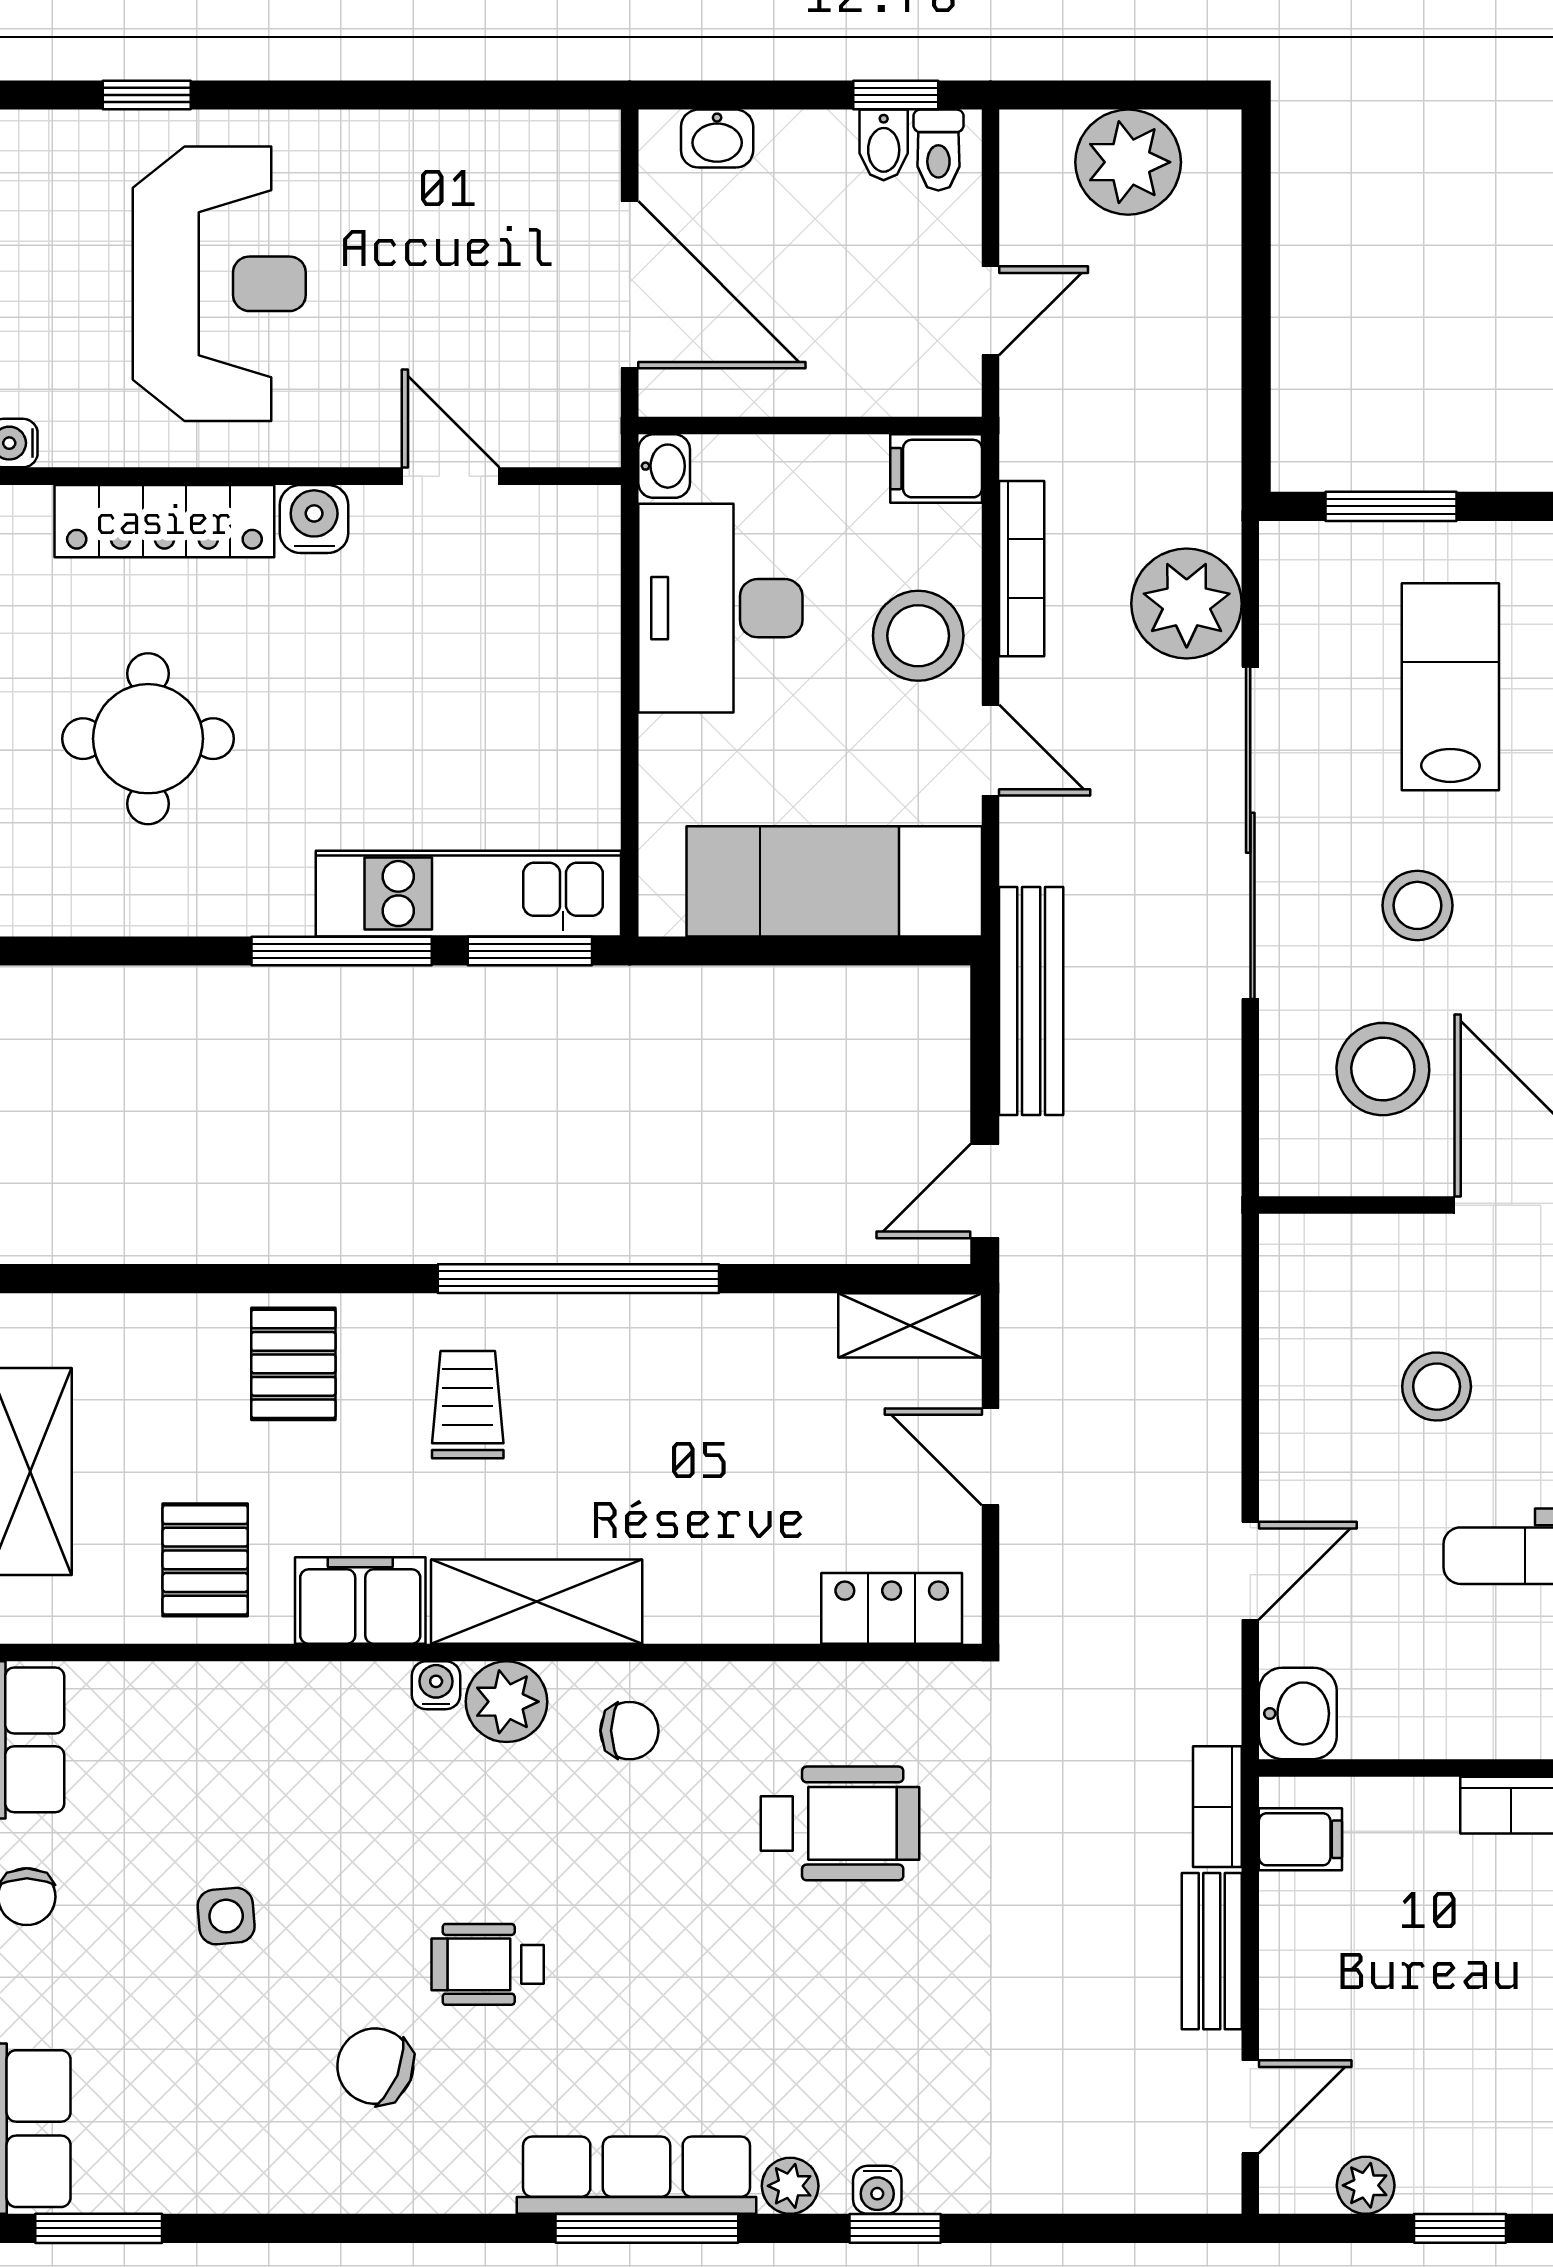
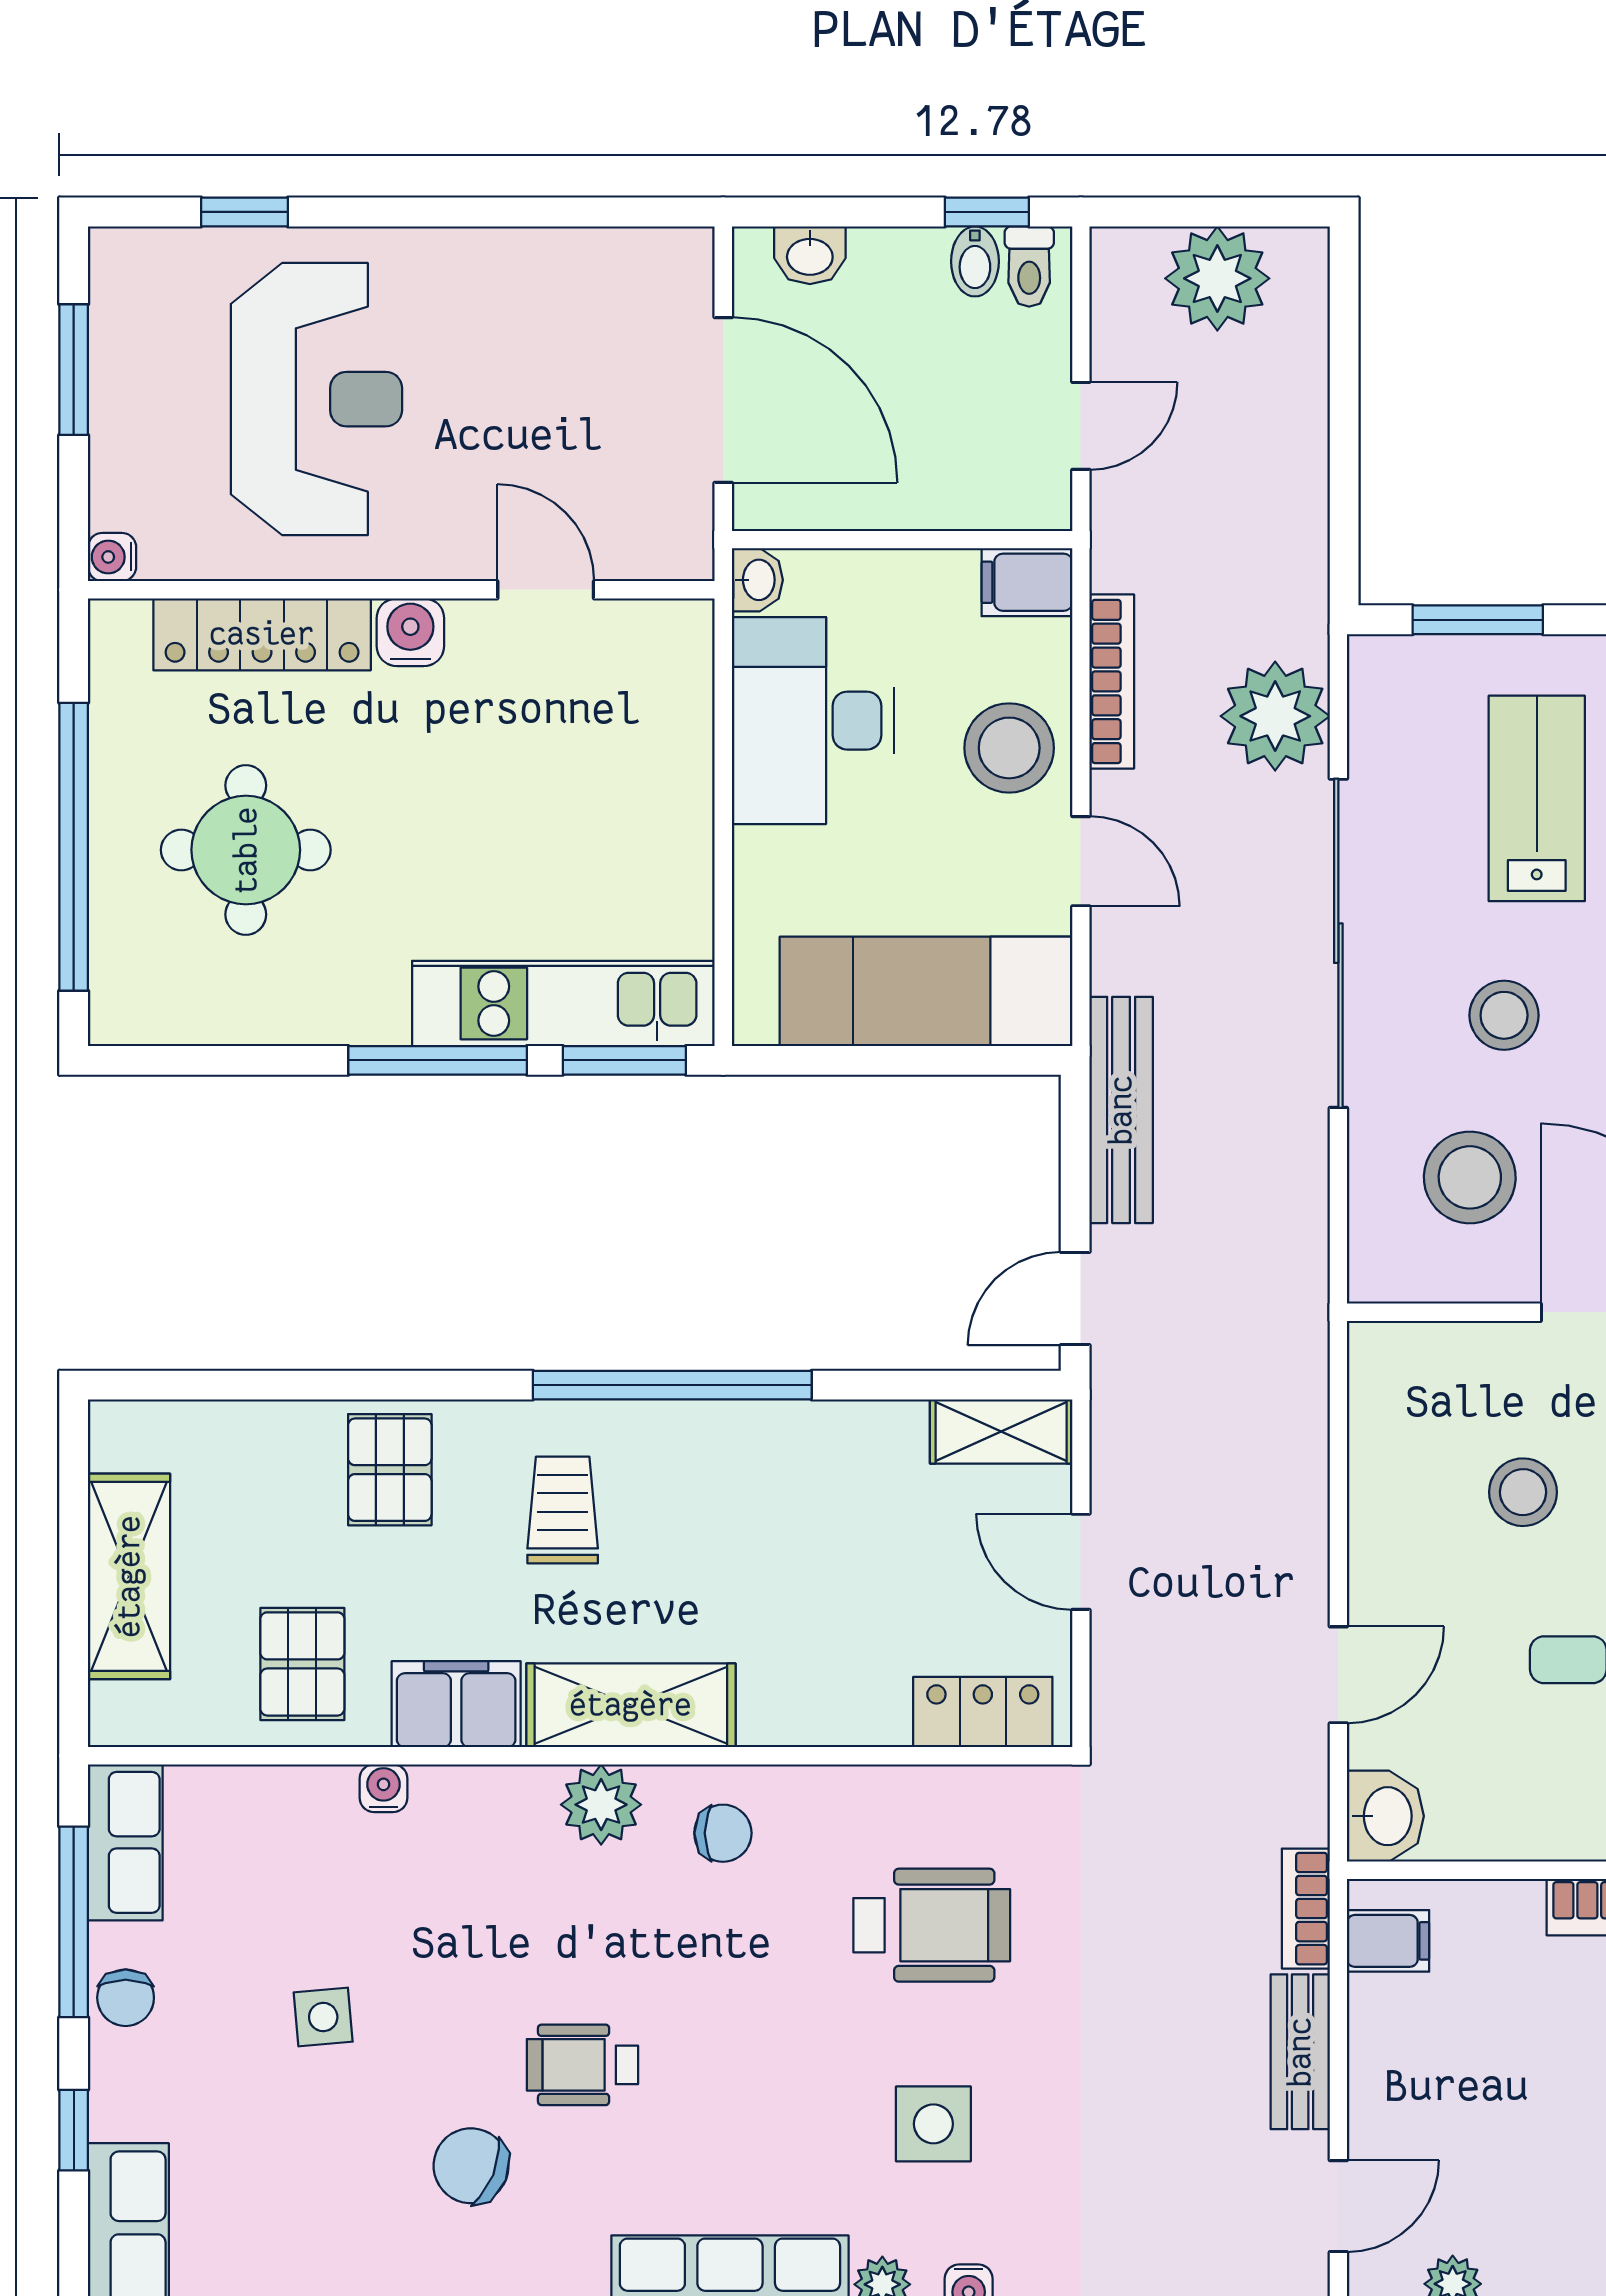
water cooler: (436, 1685) -> (383, 1788), moved
side table: (842, 2024) -> (933, 2124), added

